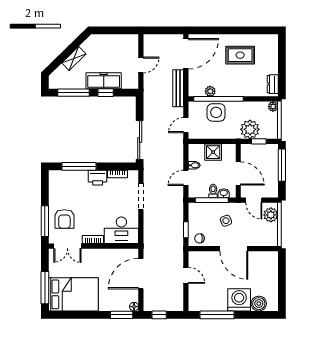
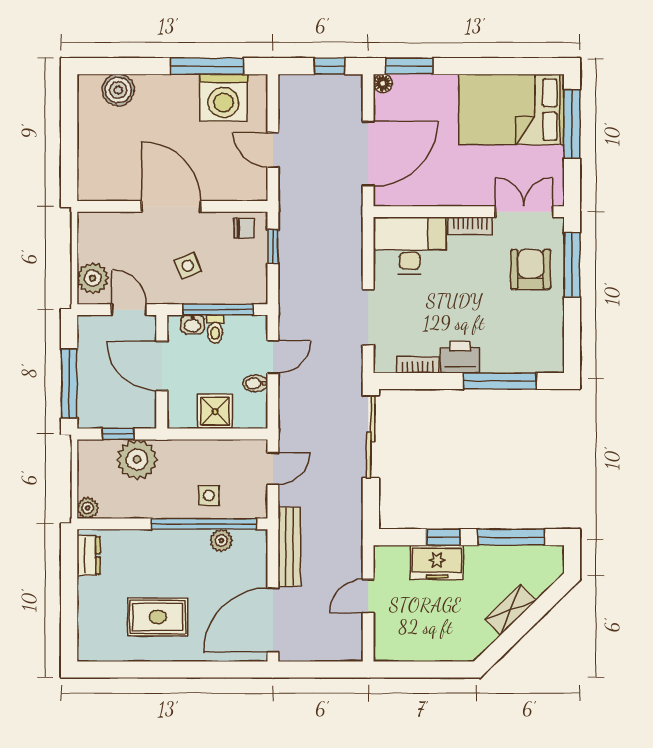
freezer: (104, 81) -> (437, 562), width x0.71
side table: (216, 112) -> (209, 495), width x0.54, depth x0.54
washing machine: (239, 300) -> (223, 98), moved

